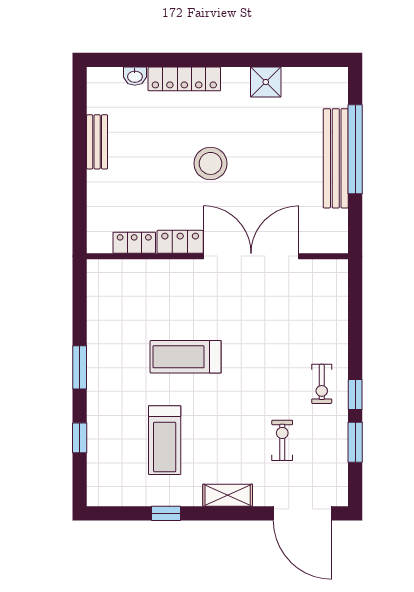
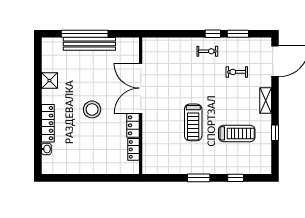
bench: (97, 142) -> (81, 169), removed

